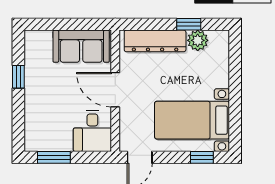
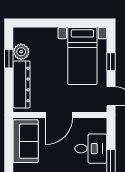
desk: (92, 131) -> (91, 149), moved
window: (202, 157) -> (111, 62), moved

